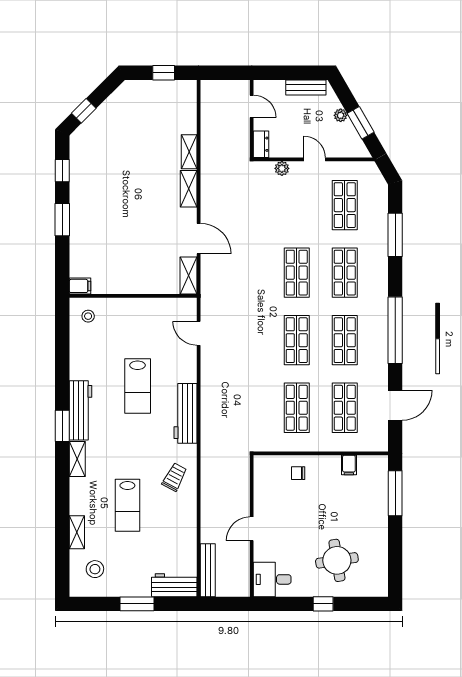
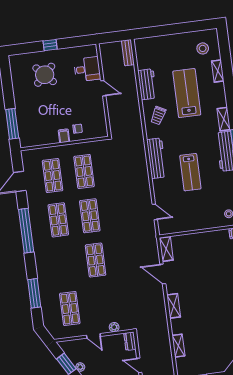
shelving: (189, 152) -> (178, 346), moved
shop shelf: (345, 273) -> (64, 264), removed
lab bench: (138, 386) -> (190, 172), turned 180
filing cabinet: (349, 465) -> (64, 136), moved
lab bench: (127, 505) -> (187, 93), width x1.36, depth x1.39
door: (252, 529) -> (103, 88), hinge flipped
round table: (337, 560) -> (45, 75), turned -35
bench: (208, 570) -> (128, 53), width x0.73
desk: (272, 579) -> (87, 69), moved
workbench: (174, 585) -> (147, 84), moved, turned -90
window: (137, 604) -> (172, 29), removed

